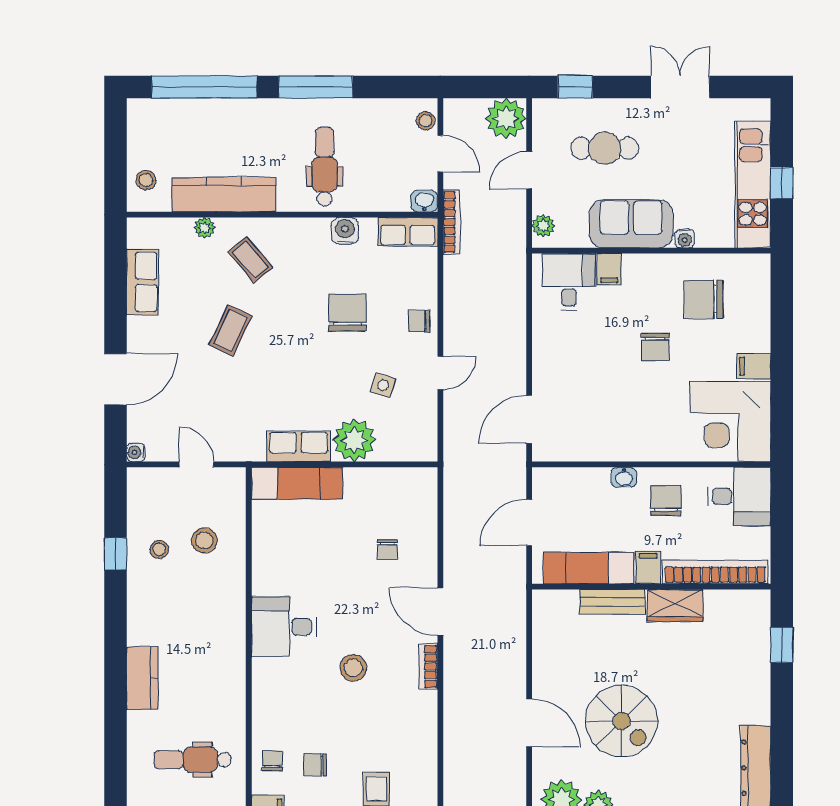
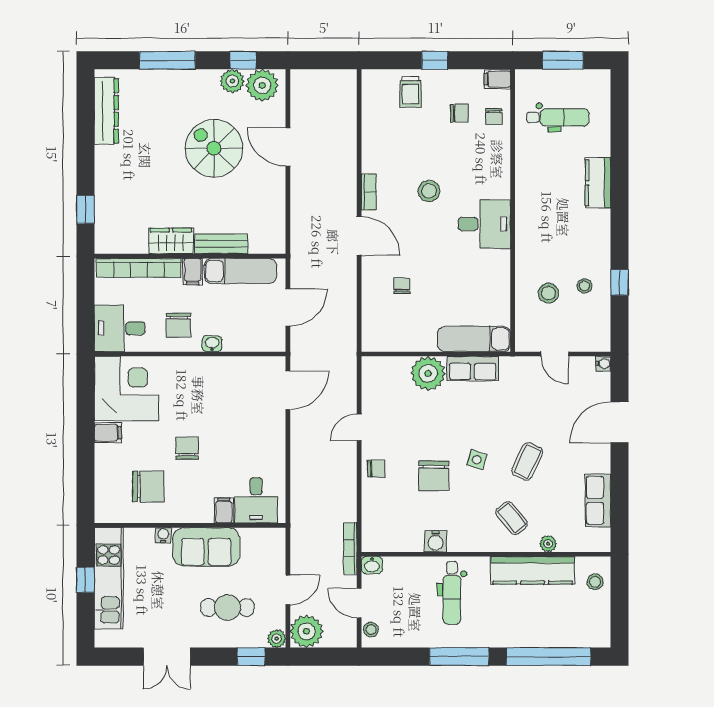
plant: (543, 226) -> (277, 639), moved
row of seats: (408, 232) -> (385, 541), removed
side table: (383, 385) -> (477, 460), moved

